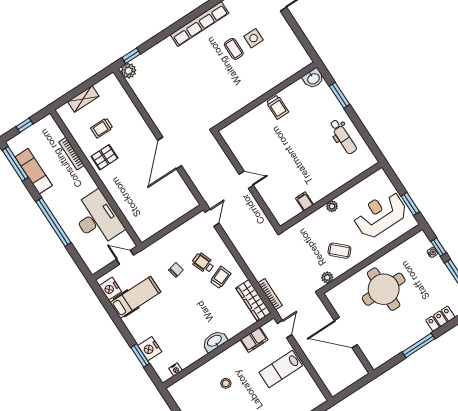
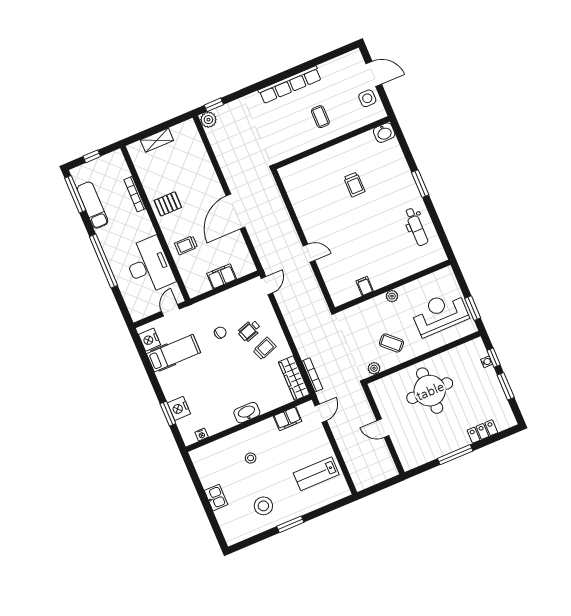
side table: (254, 38) -> (367, 98), moved
washbasin: (313, 78) -> (384, 133), moved
wall: (266, 97) -> (332, 143), moved
trolley: (102, 128) -> (186, 245), moved
filing cabinet: (168, 217) -> (222, 276), added
door: (125, 257) -> (170, 310), hinge flipped
wheelchair: (203, 263) -> (249, 331), turned -87
door: (346, 333) -> (383, 428), width x0.53
lab bench: (281, 369) -> (316, 474), moved

